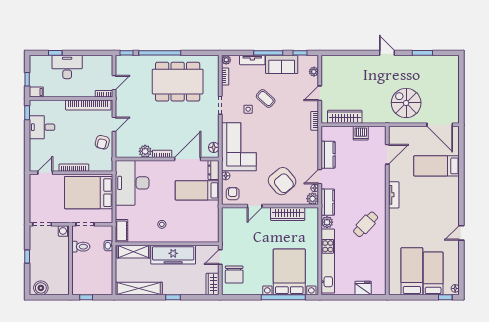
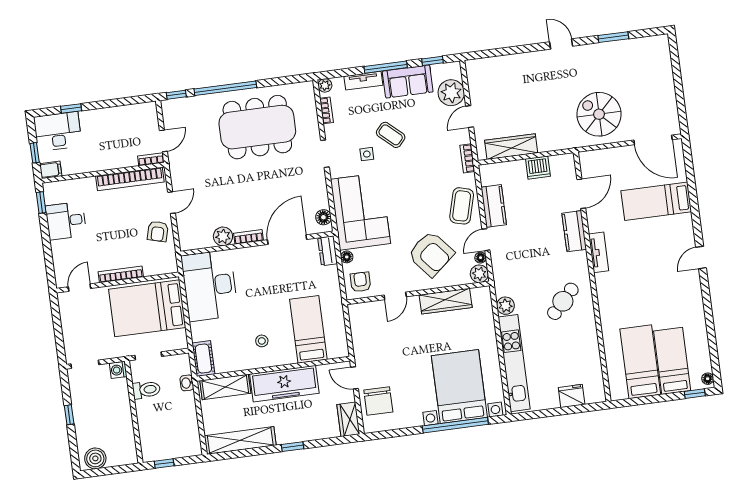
desk: (67, 67) -> (58, 131), moved
plant: (314, 72) -> (451, 93), width x1.87, depth x1.87
coffee table: (307, 152) -> (462, 206), added
bed: (197, 190) -> (308, 329), moved, turned 90
kitchen counter: (328, 202) -> (574, 231), moved, turned 180
door: (461, 233) -> (701, 257), moved
door: (220, 257) -> (354, 378), hinge flipped

